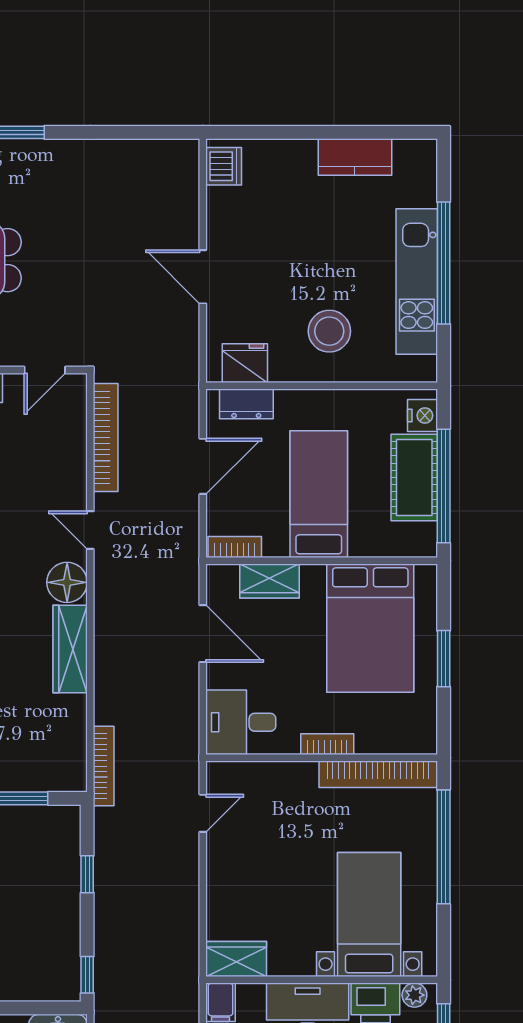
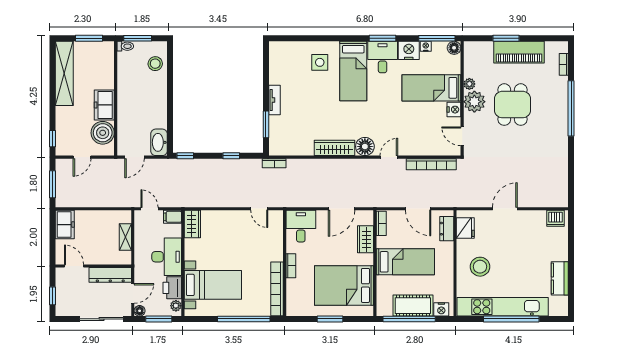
kitchen unit: (417, 282) -> (503, 307), width x1.36
bookcase: (104, 766) -> (274, 163), width x0.64

